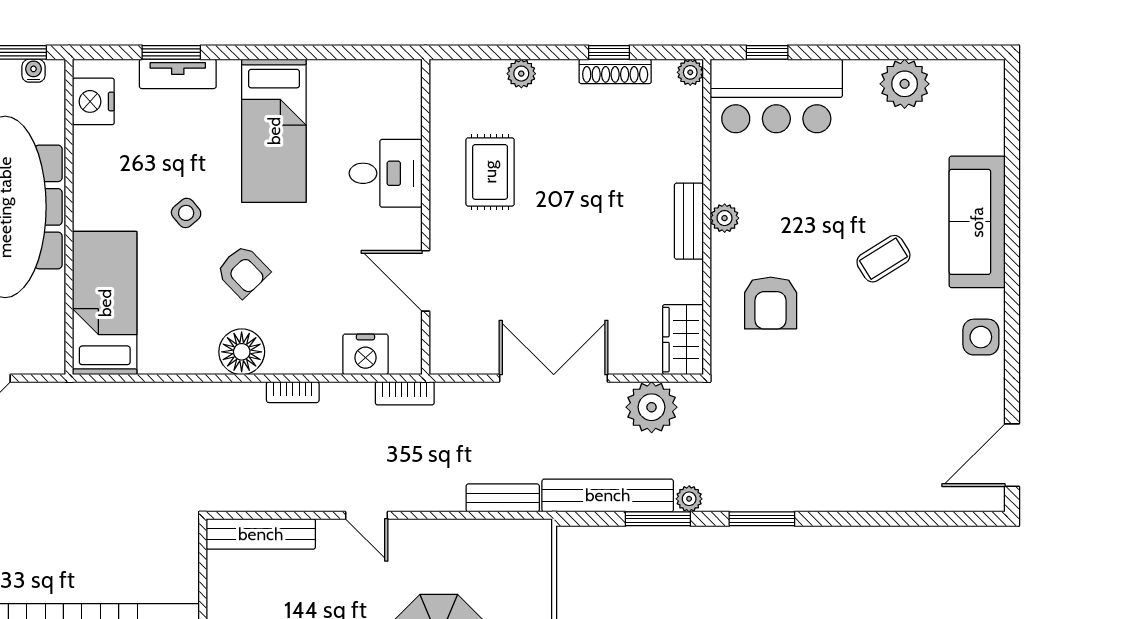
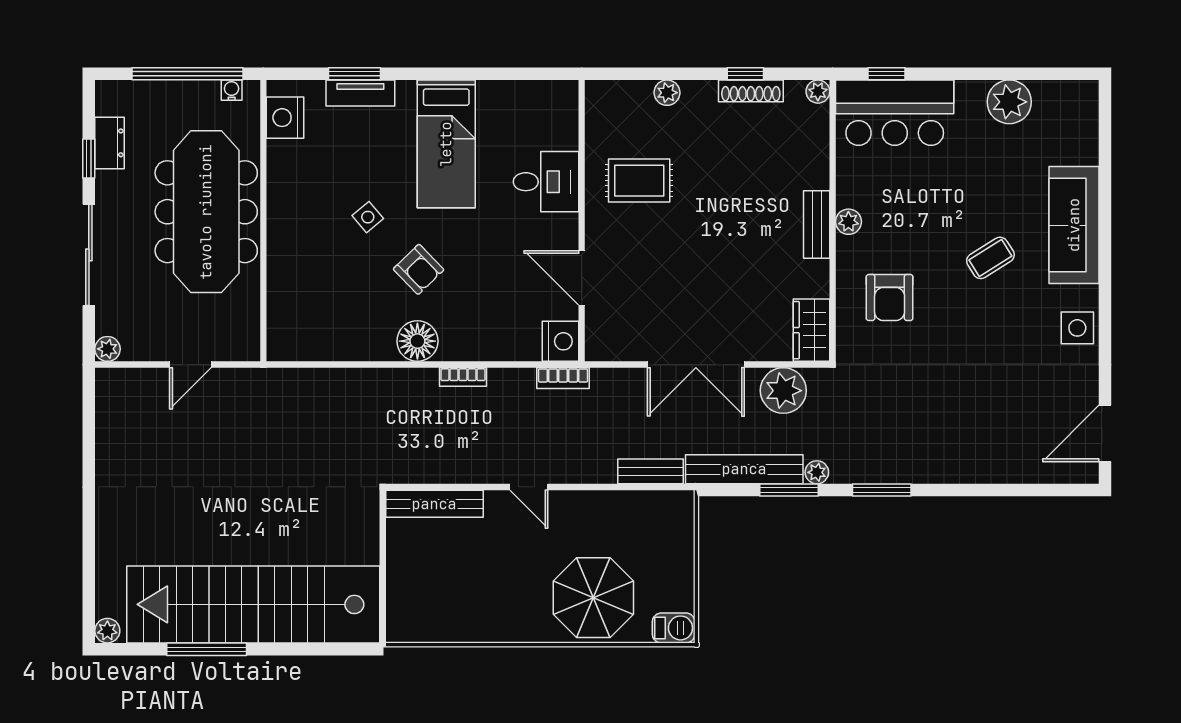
rug: (490, 172) -> (639, 181), turned 90
bed: (105, 303) -> (295, 297), removed
nightstand: (365, 354) -> (560, 341), moved, turned -90
double door: (554, 378) -> (696, 365), swing flipped

